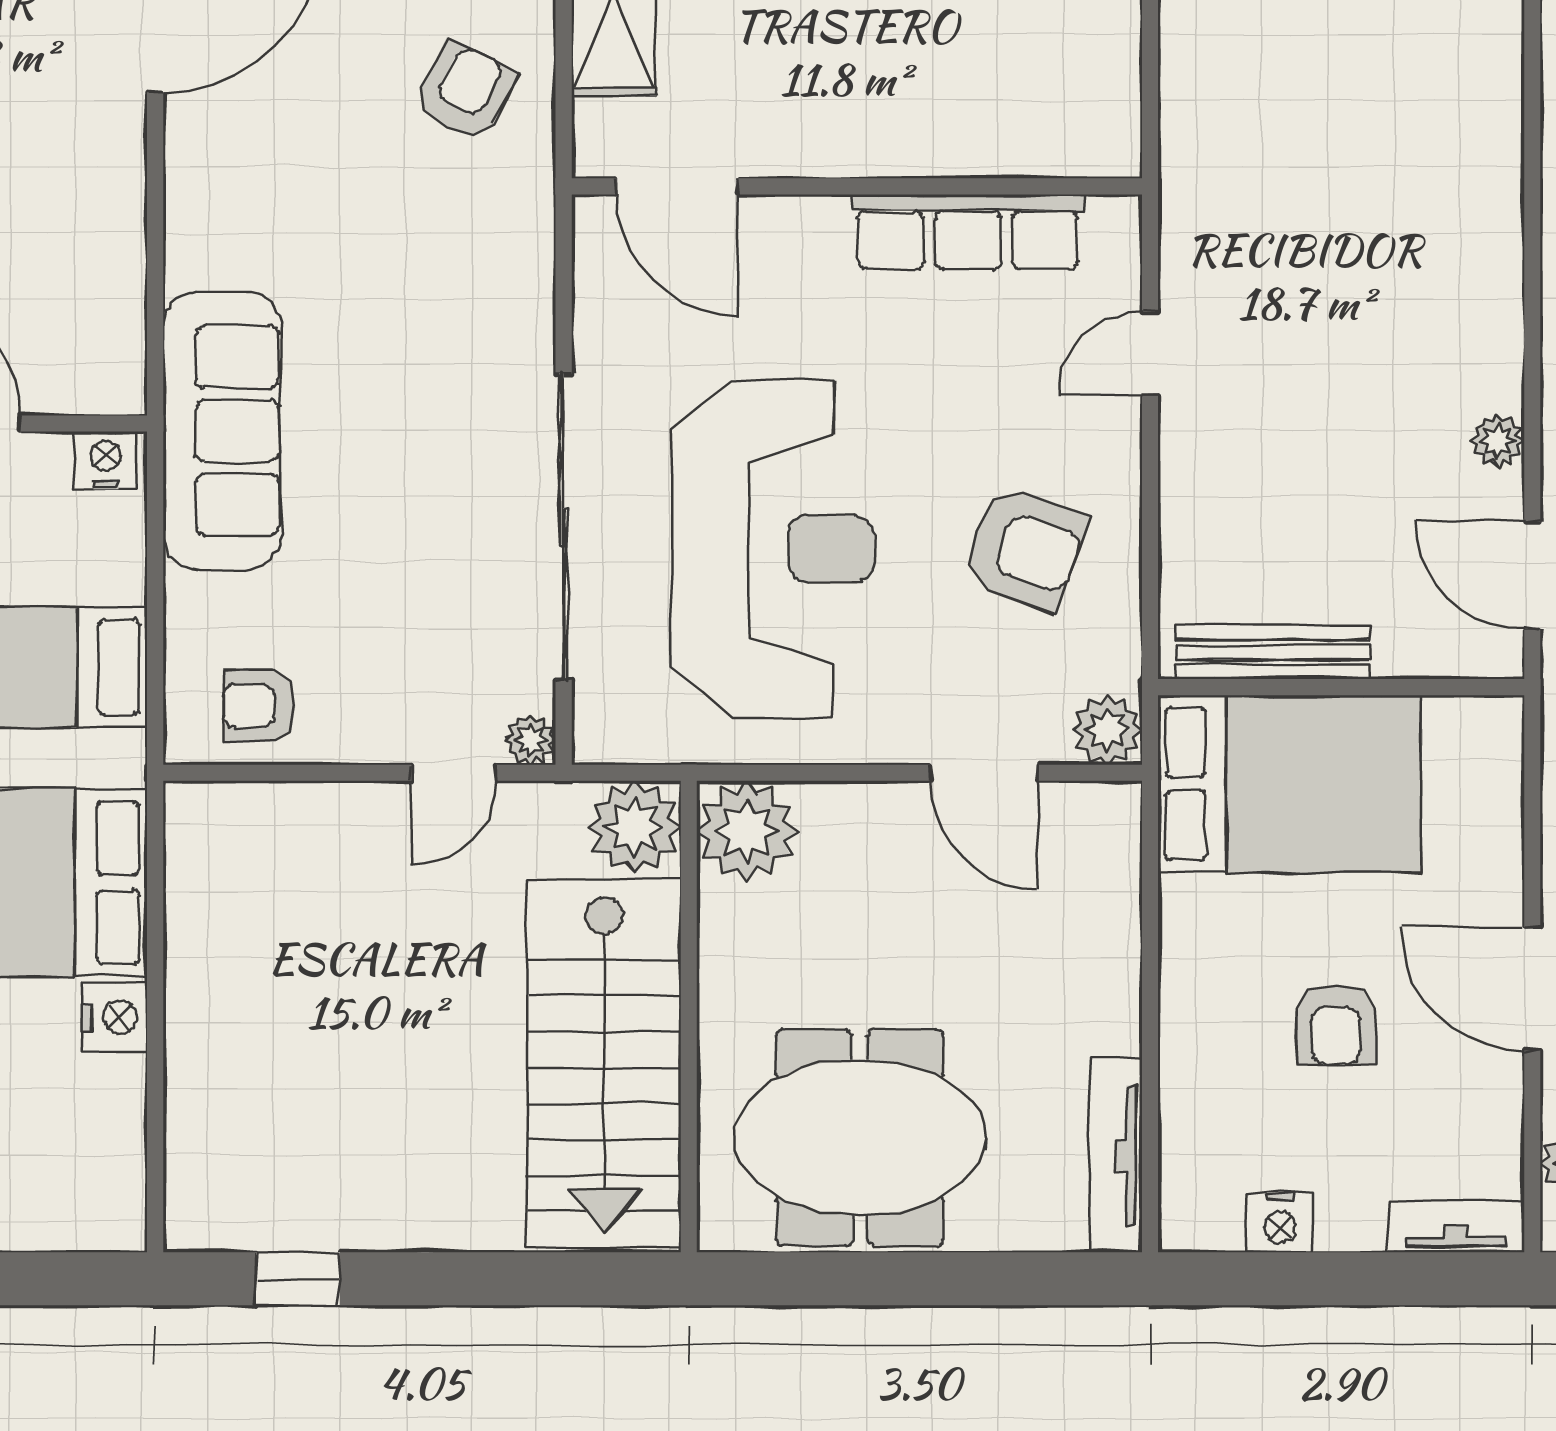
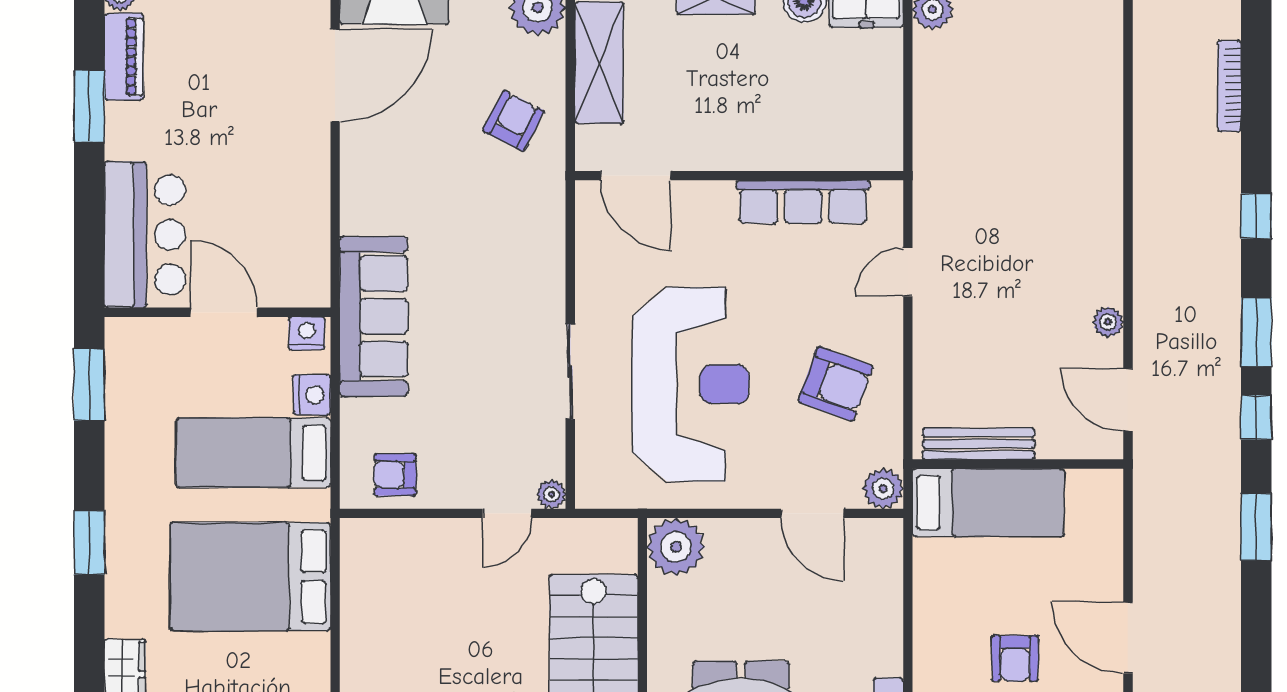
sliding door: (564, 527) -> (570, 372), width x0.54
bed: (1289, 784) -> (988, 503), width x0.67
plant: (635, 827) -> (611, 545), removed
nightstand: (115, 1017) -> (312, 395), moved

